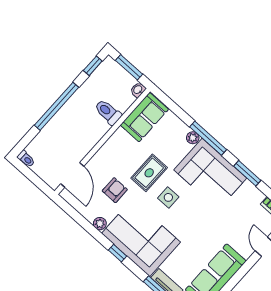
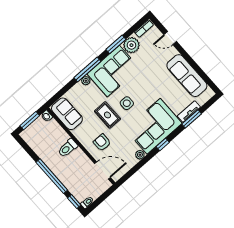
window: (93, 66) -> (74, 201), moved
toilet: (108, 112) -> (68, 148), moved
armchair: (115, 190) -> (102, 143), moved
plant: (249, 195) -> (131, 45), added

